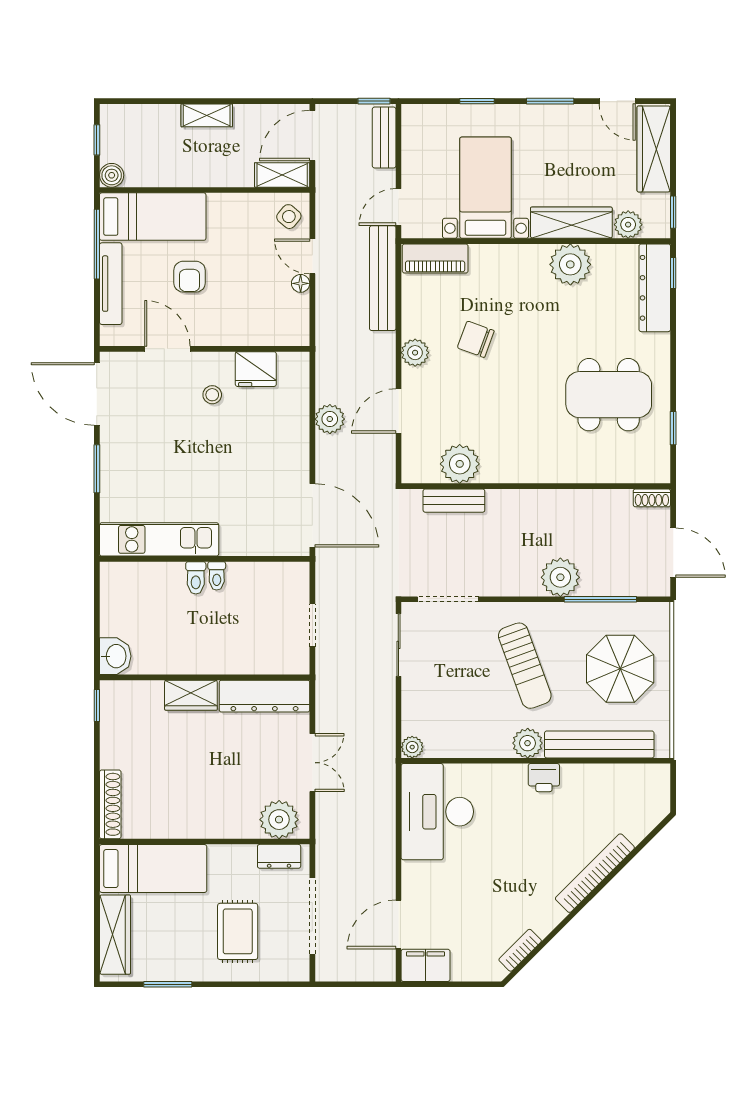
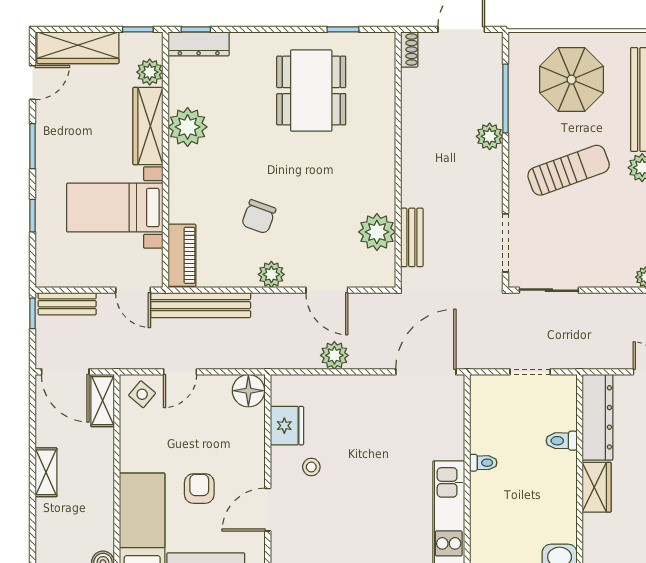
armchair: (190, 277) -> (199, 489), turned -90
floor lamp: (301, 283) -> (248, 391), moved, width x1.89, depth x1.89
dresser: (655, 288) -> (199, 44), width x0.73, depth x0.80
plant: (560, 577) -> (490, 136), width x0.73, depth x0.73
toilet: (196, 578) -> (562, 441), moved, turned 180

